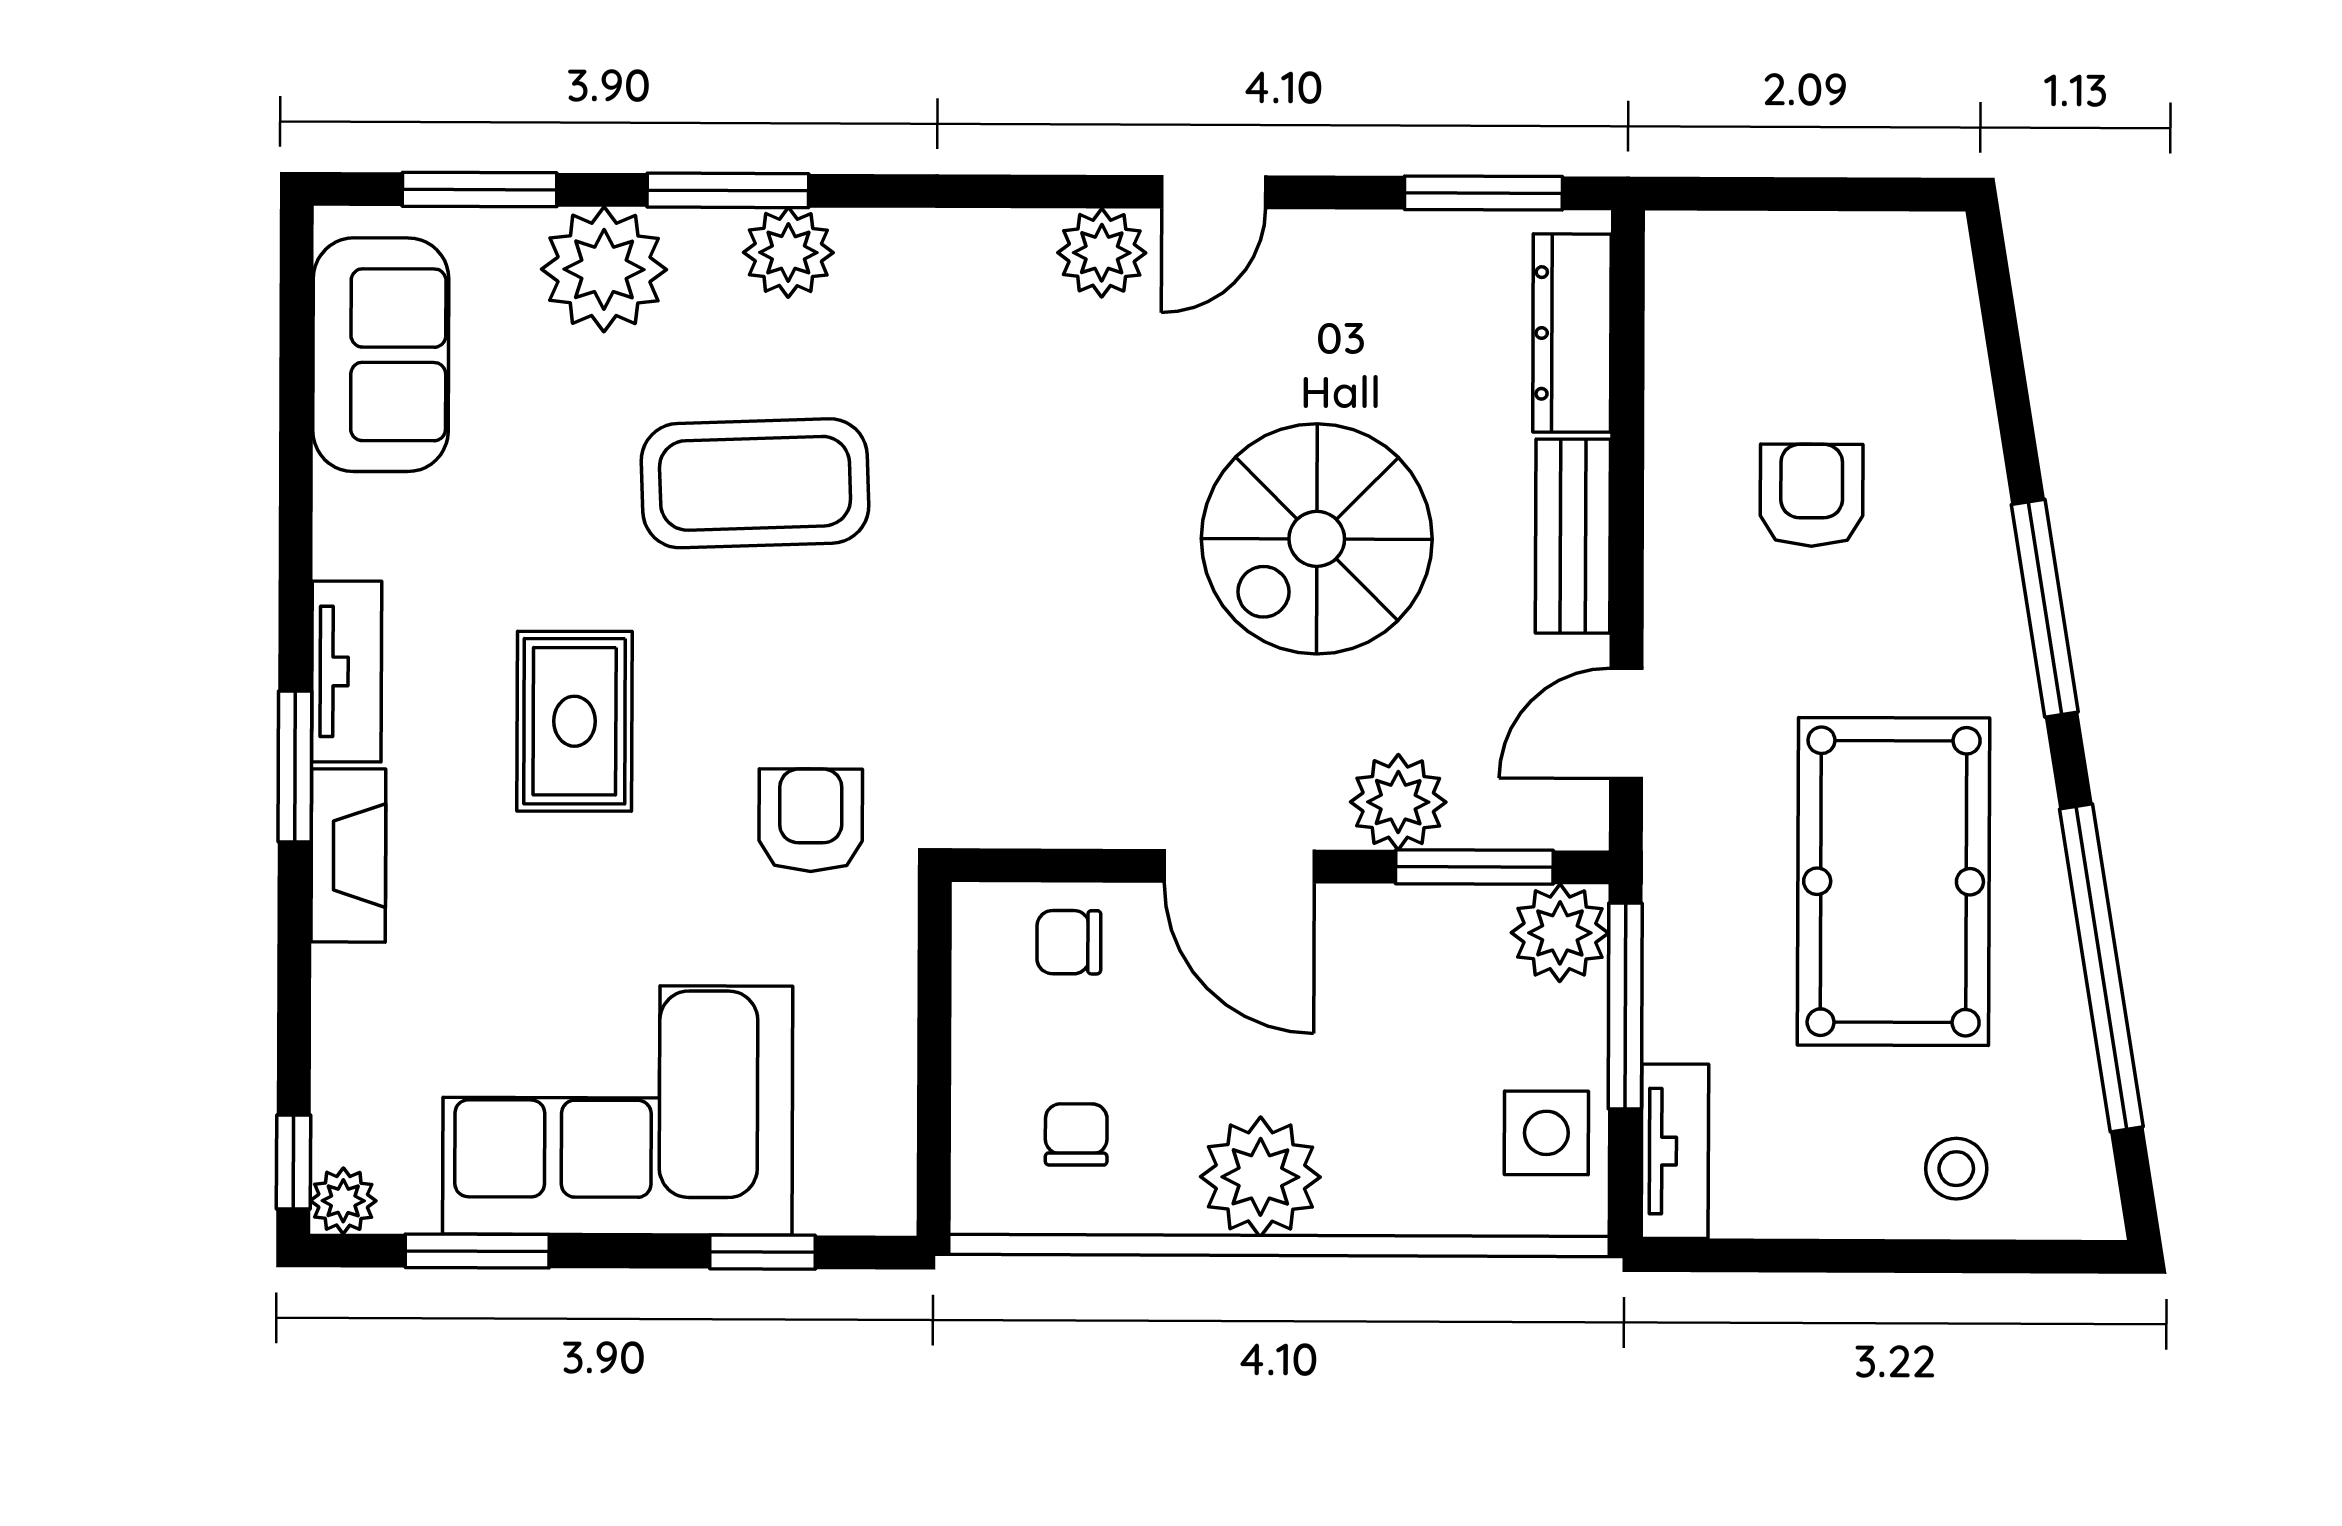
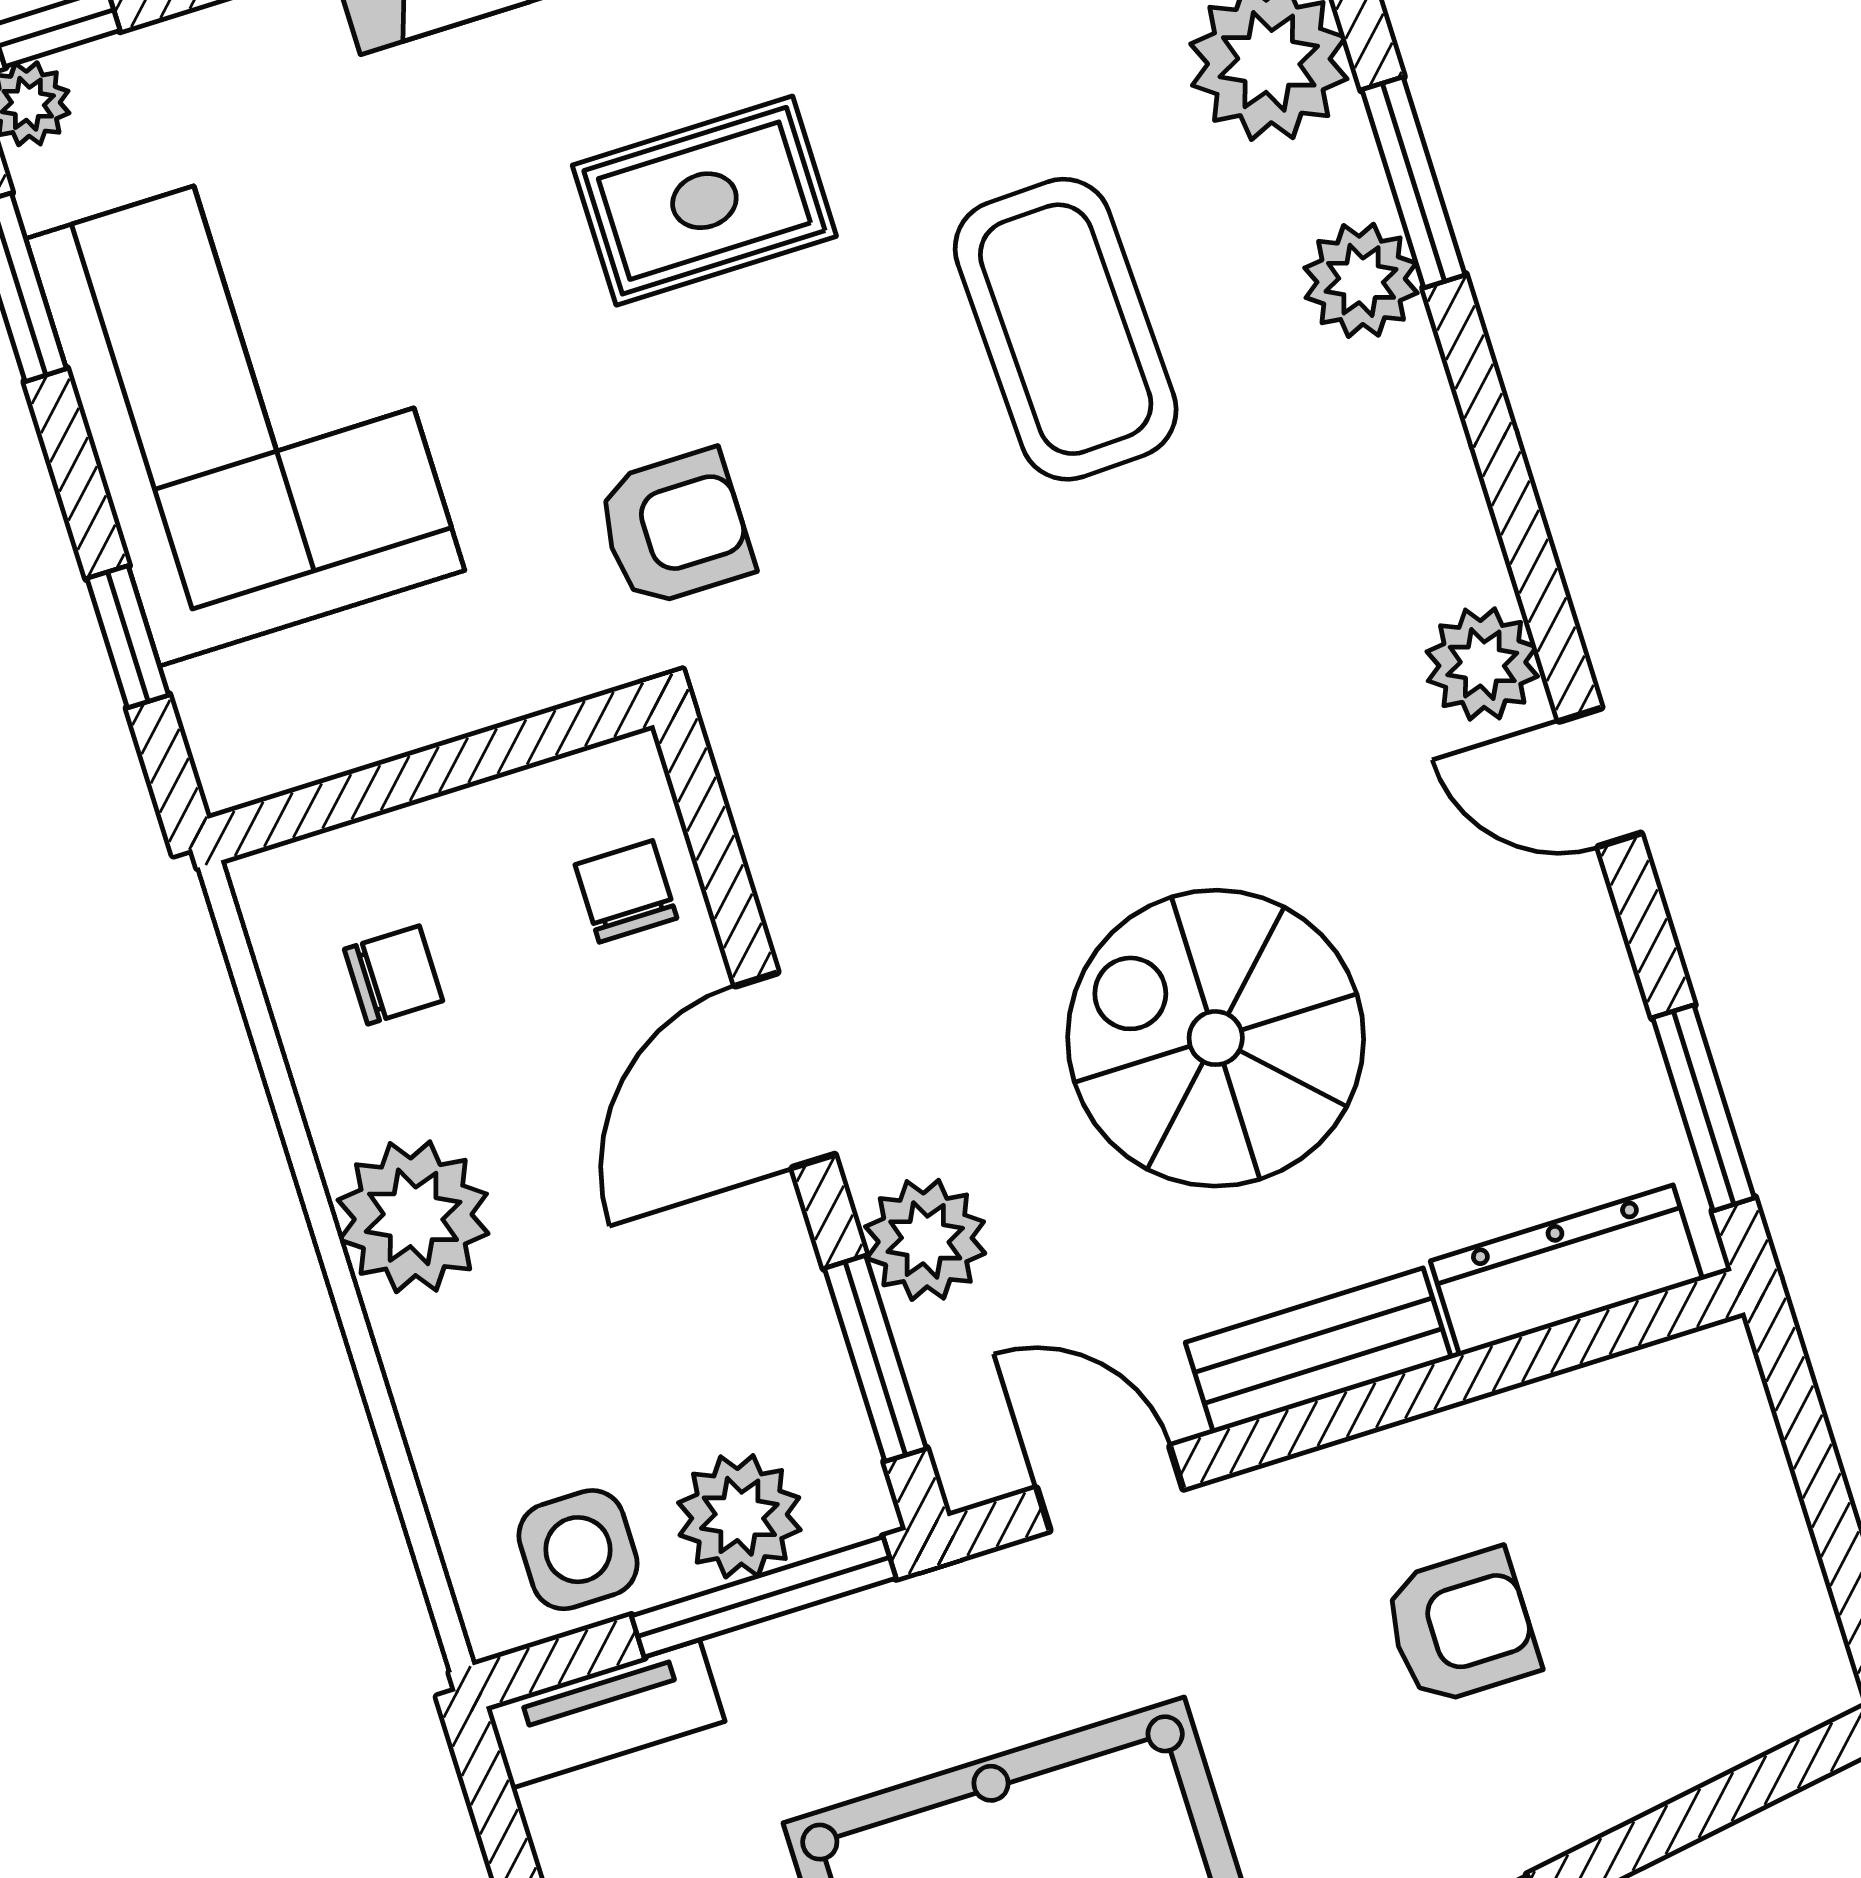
plant: (1560, 933) -> (739, 1516), moved

